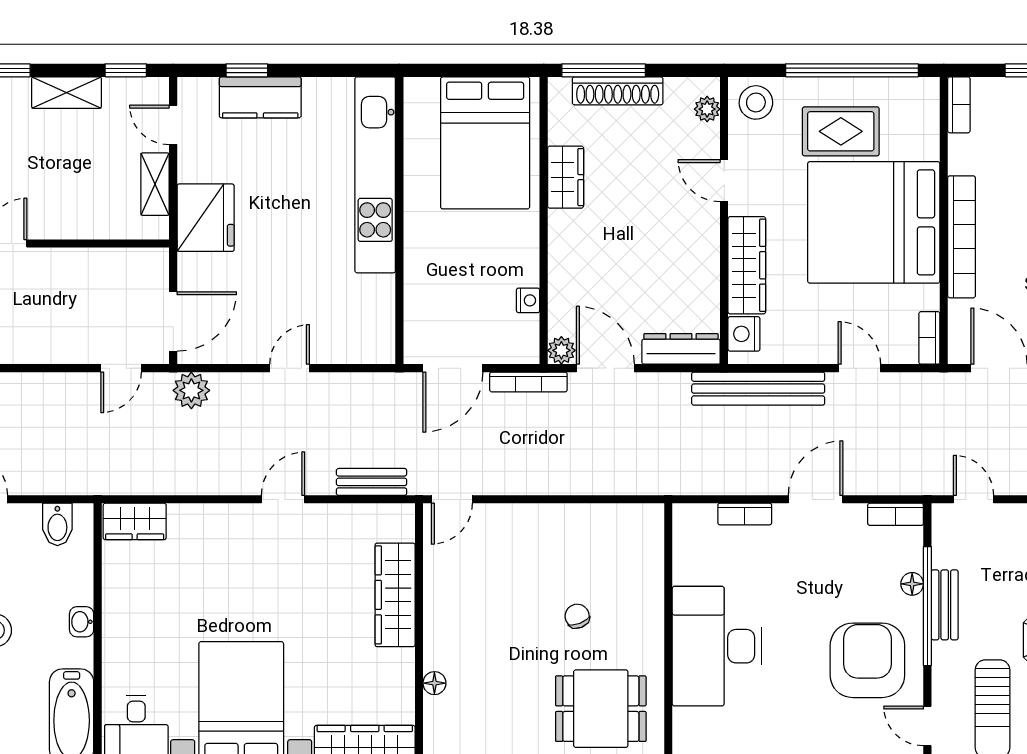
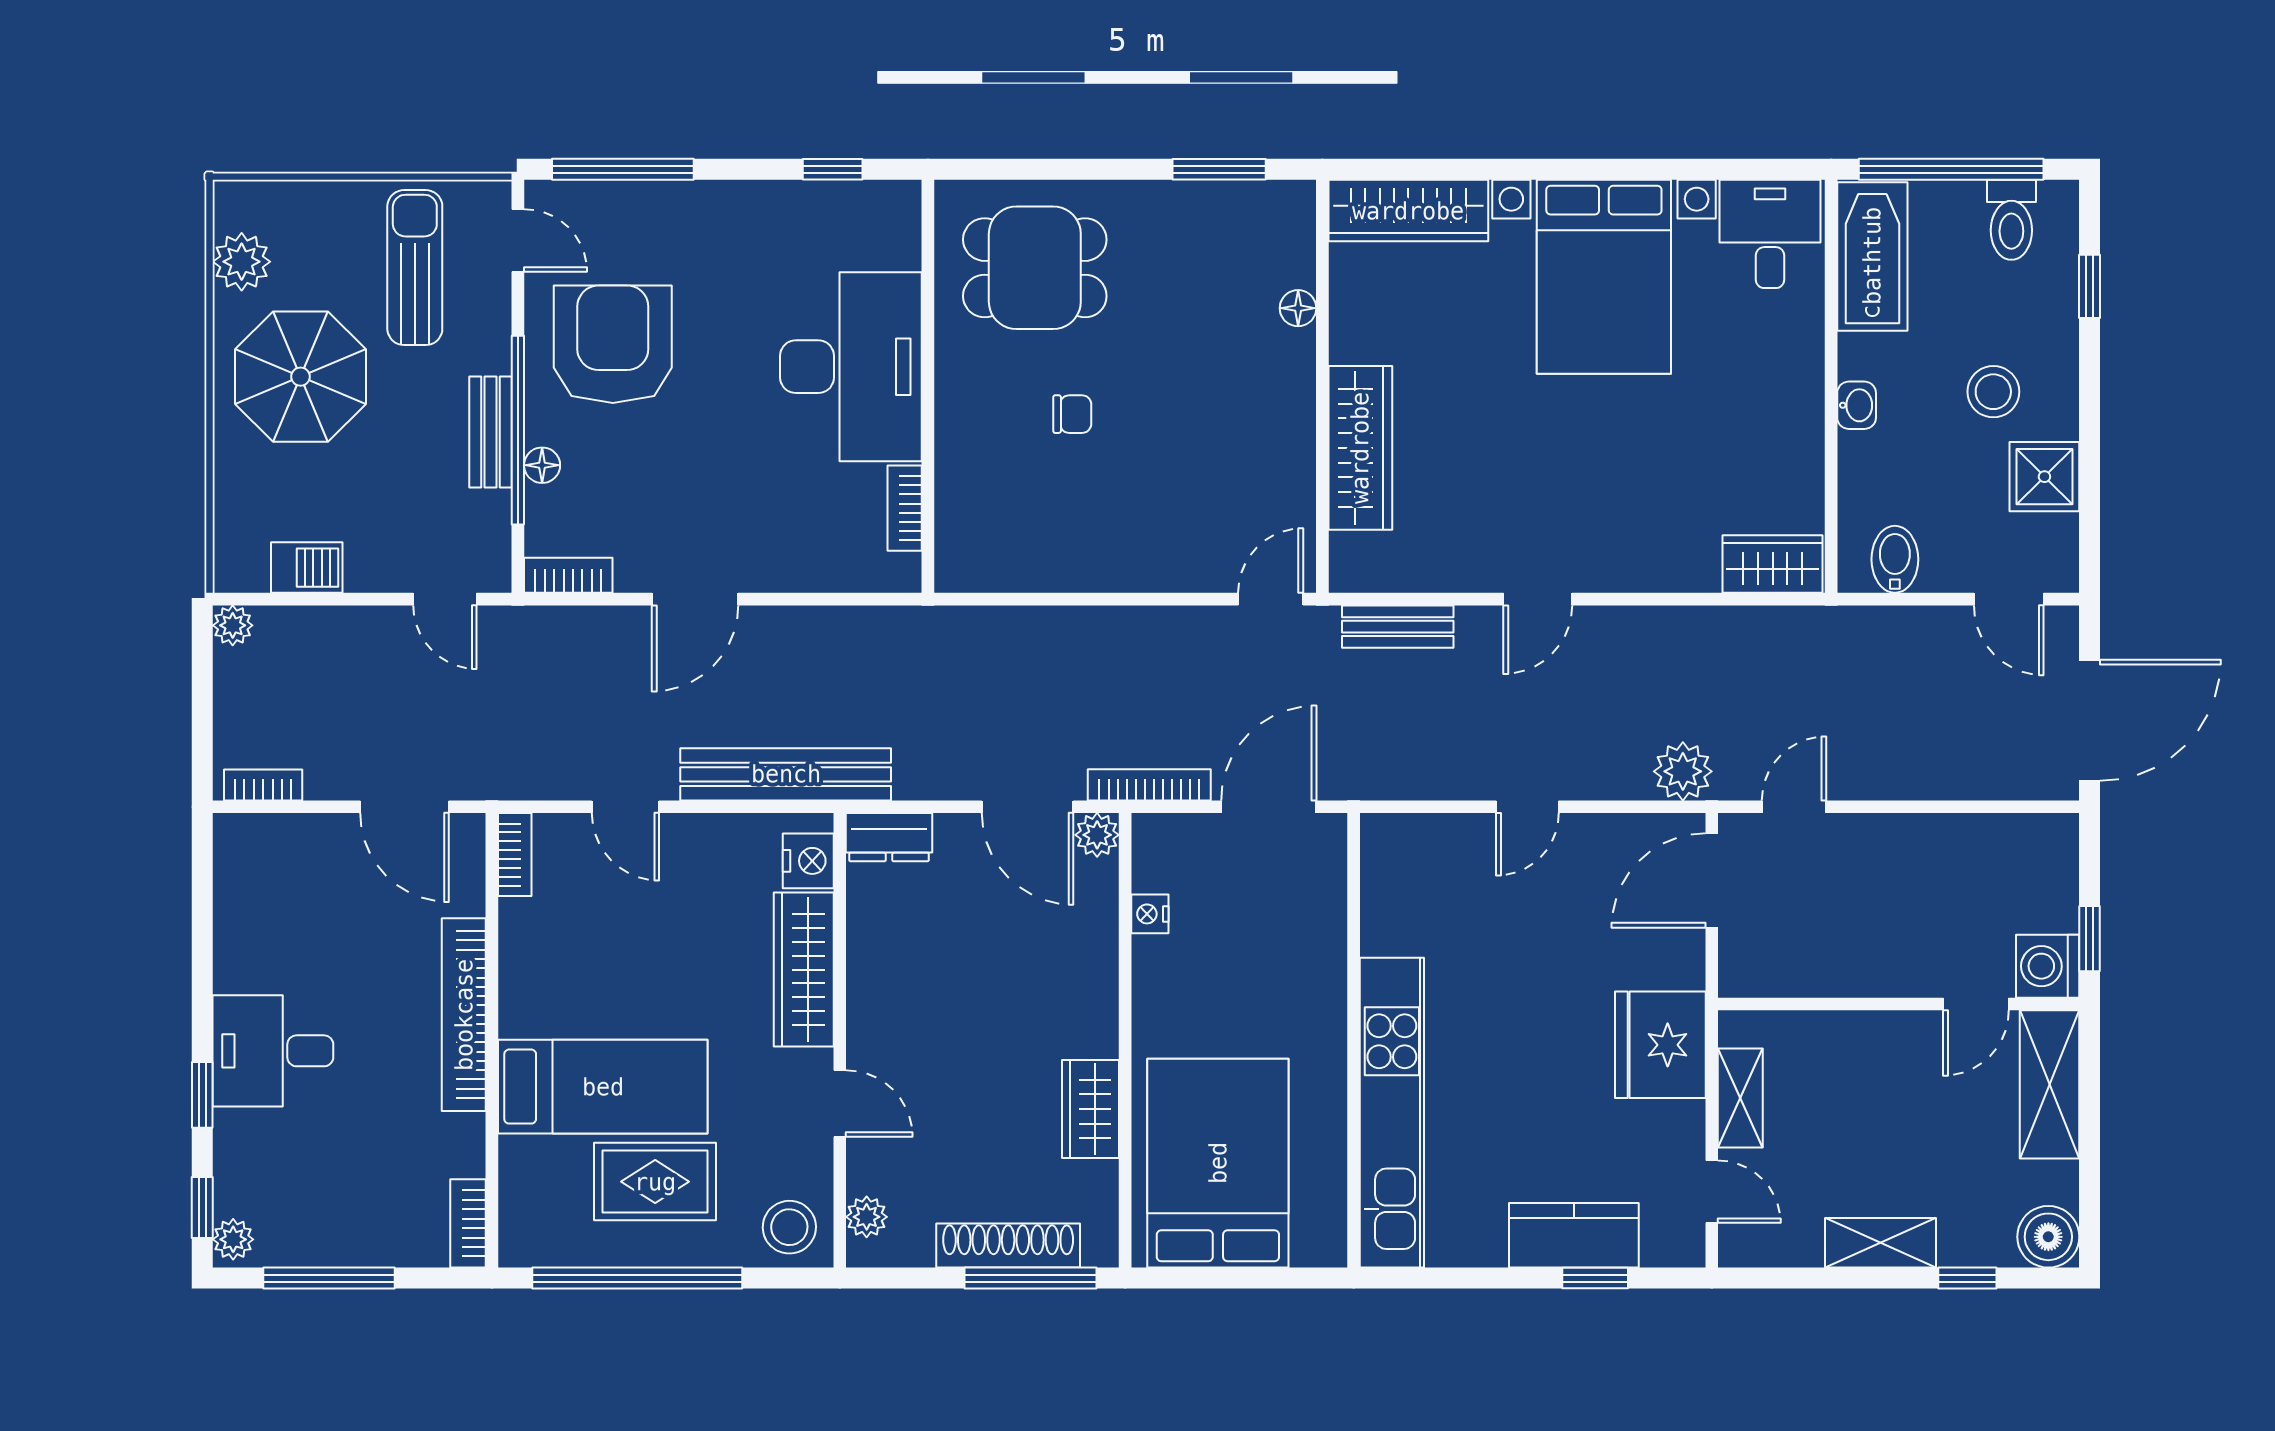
window: (126, 70) -> (1787, 1278), removed
bed: (874, 222) -> (603, 1087), width x0.49
dresser: (681, 349) -> (889, 837), width x0.70
bookcase: (745, 514) -> (905, 508), moved, turned -90
chair: (577, 616) -> (1072, 414), turned -69
armchair: (867, 660) -> (613, 344), turned 180

